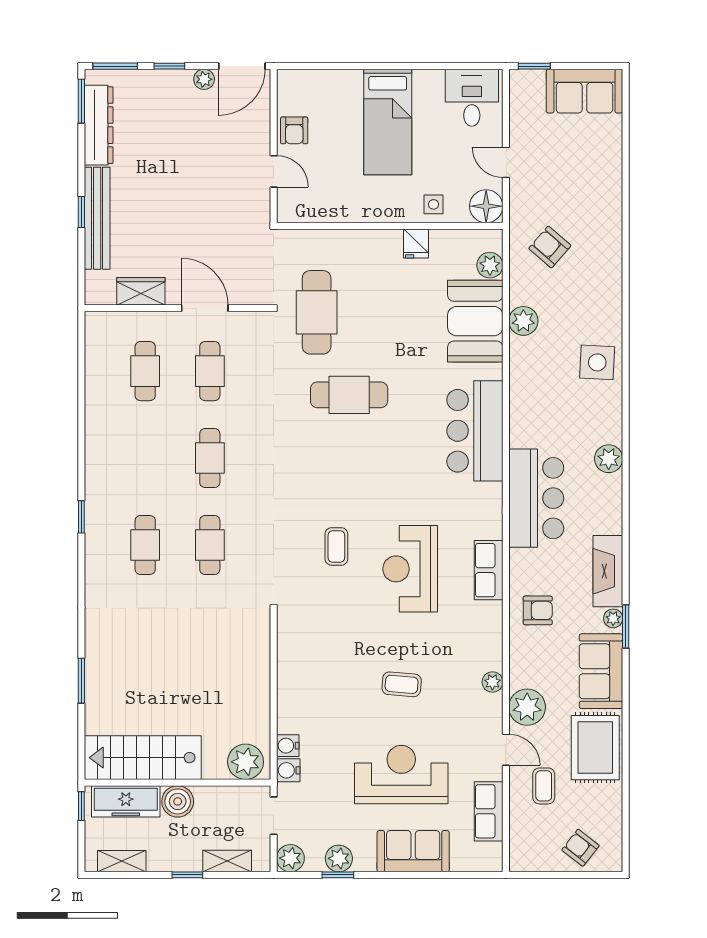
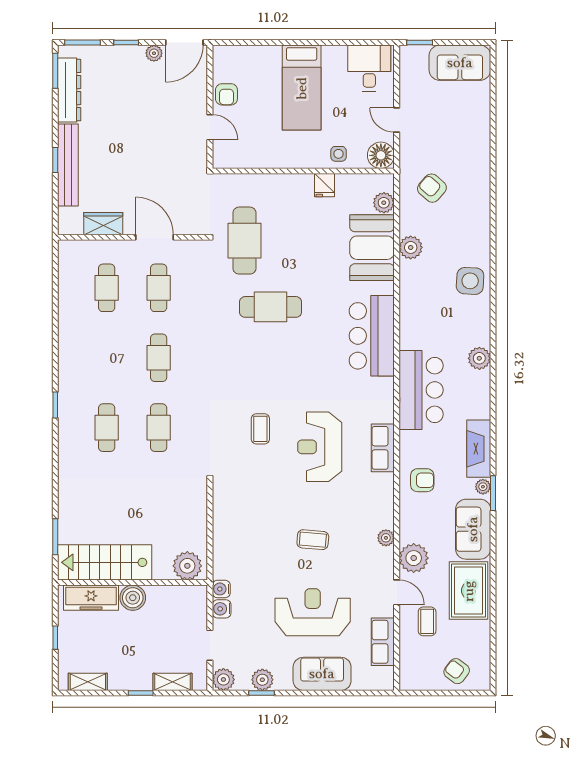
stairs: (143, 758) -> (105, 562), moved
plant: (246, 762) -> (187, 566), moved
wall: (177, 783) -> (133, 583), moved
freezer: (126, 801) -> (91, 598), moved
boiler: (178, 801) -> (133, 598), moved

